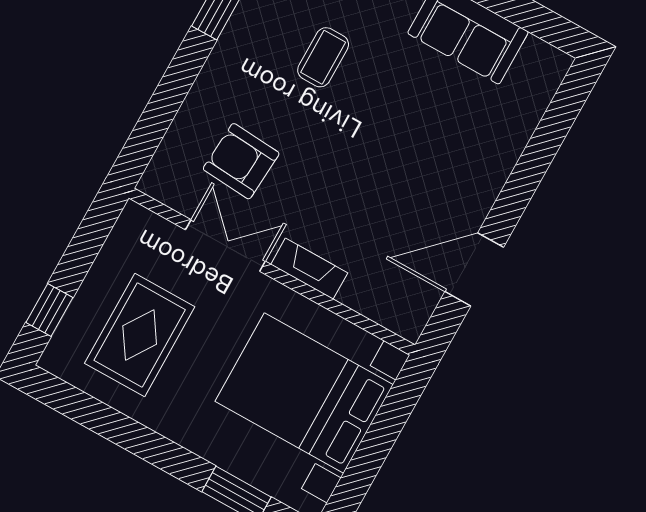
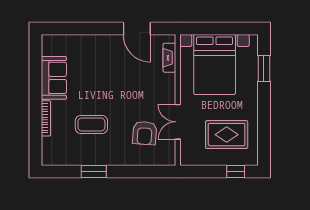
coffee table: (323, 57) -> (91, 124), width x1.36, depth x1.30
fireplace: (309, 269) -> (169, 58), moved

